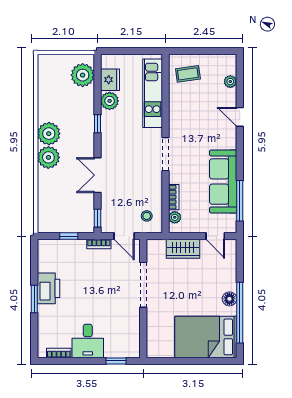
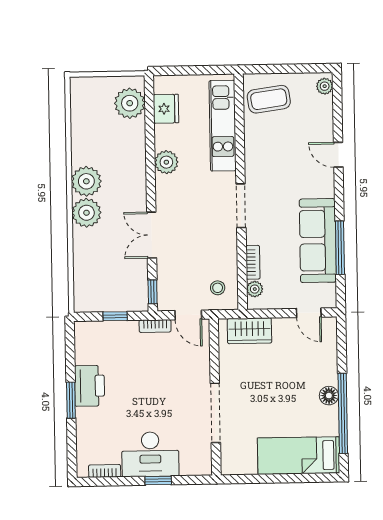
coffee table: (188, 74) -> (269, 99), width x1.36, depth x1.30
plant: (230, 82) -> (325, 86), moved
plant: (110, 101) -> (166, 162), moved
window: (97, 124) -> (150, 167), removed
window: (240, 201) -> (340, 248), moved
wardrobe: (183, 249) -> (249, 331), moved
doorway: (143, 285) -> (215, 413), moved
bed: (206, 337) -> (299, 456), width x0.67
desk: (88, 341) -> (150, 454), width x1.37
window: (116, 361) -> (158, 481), moved

